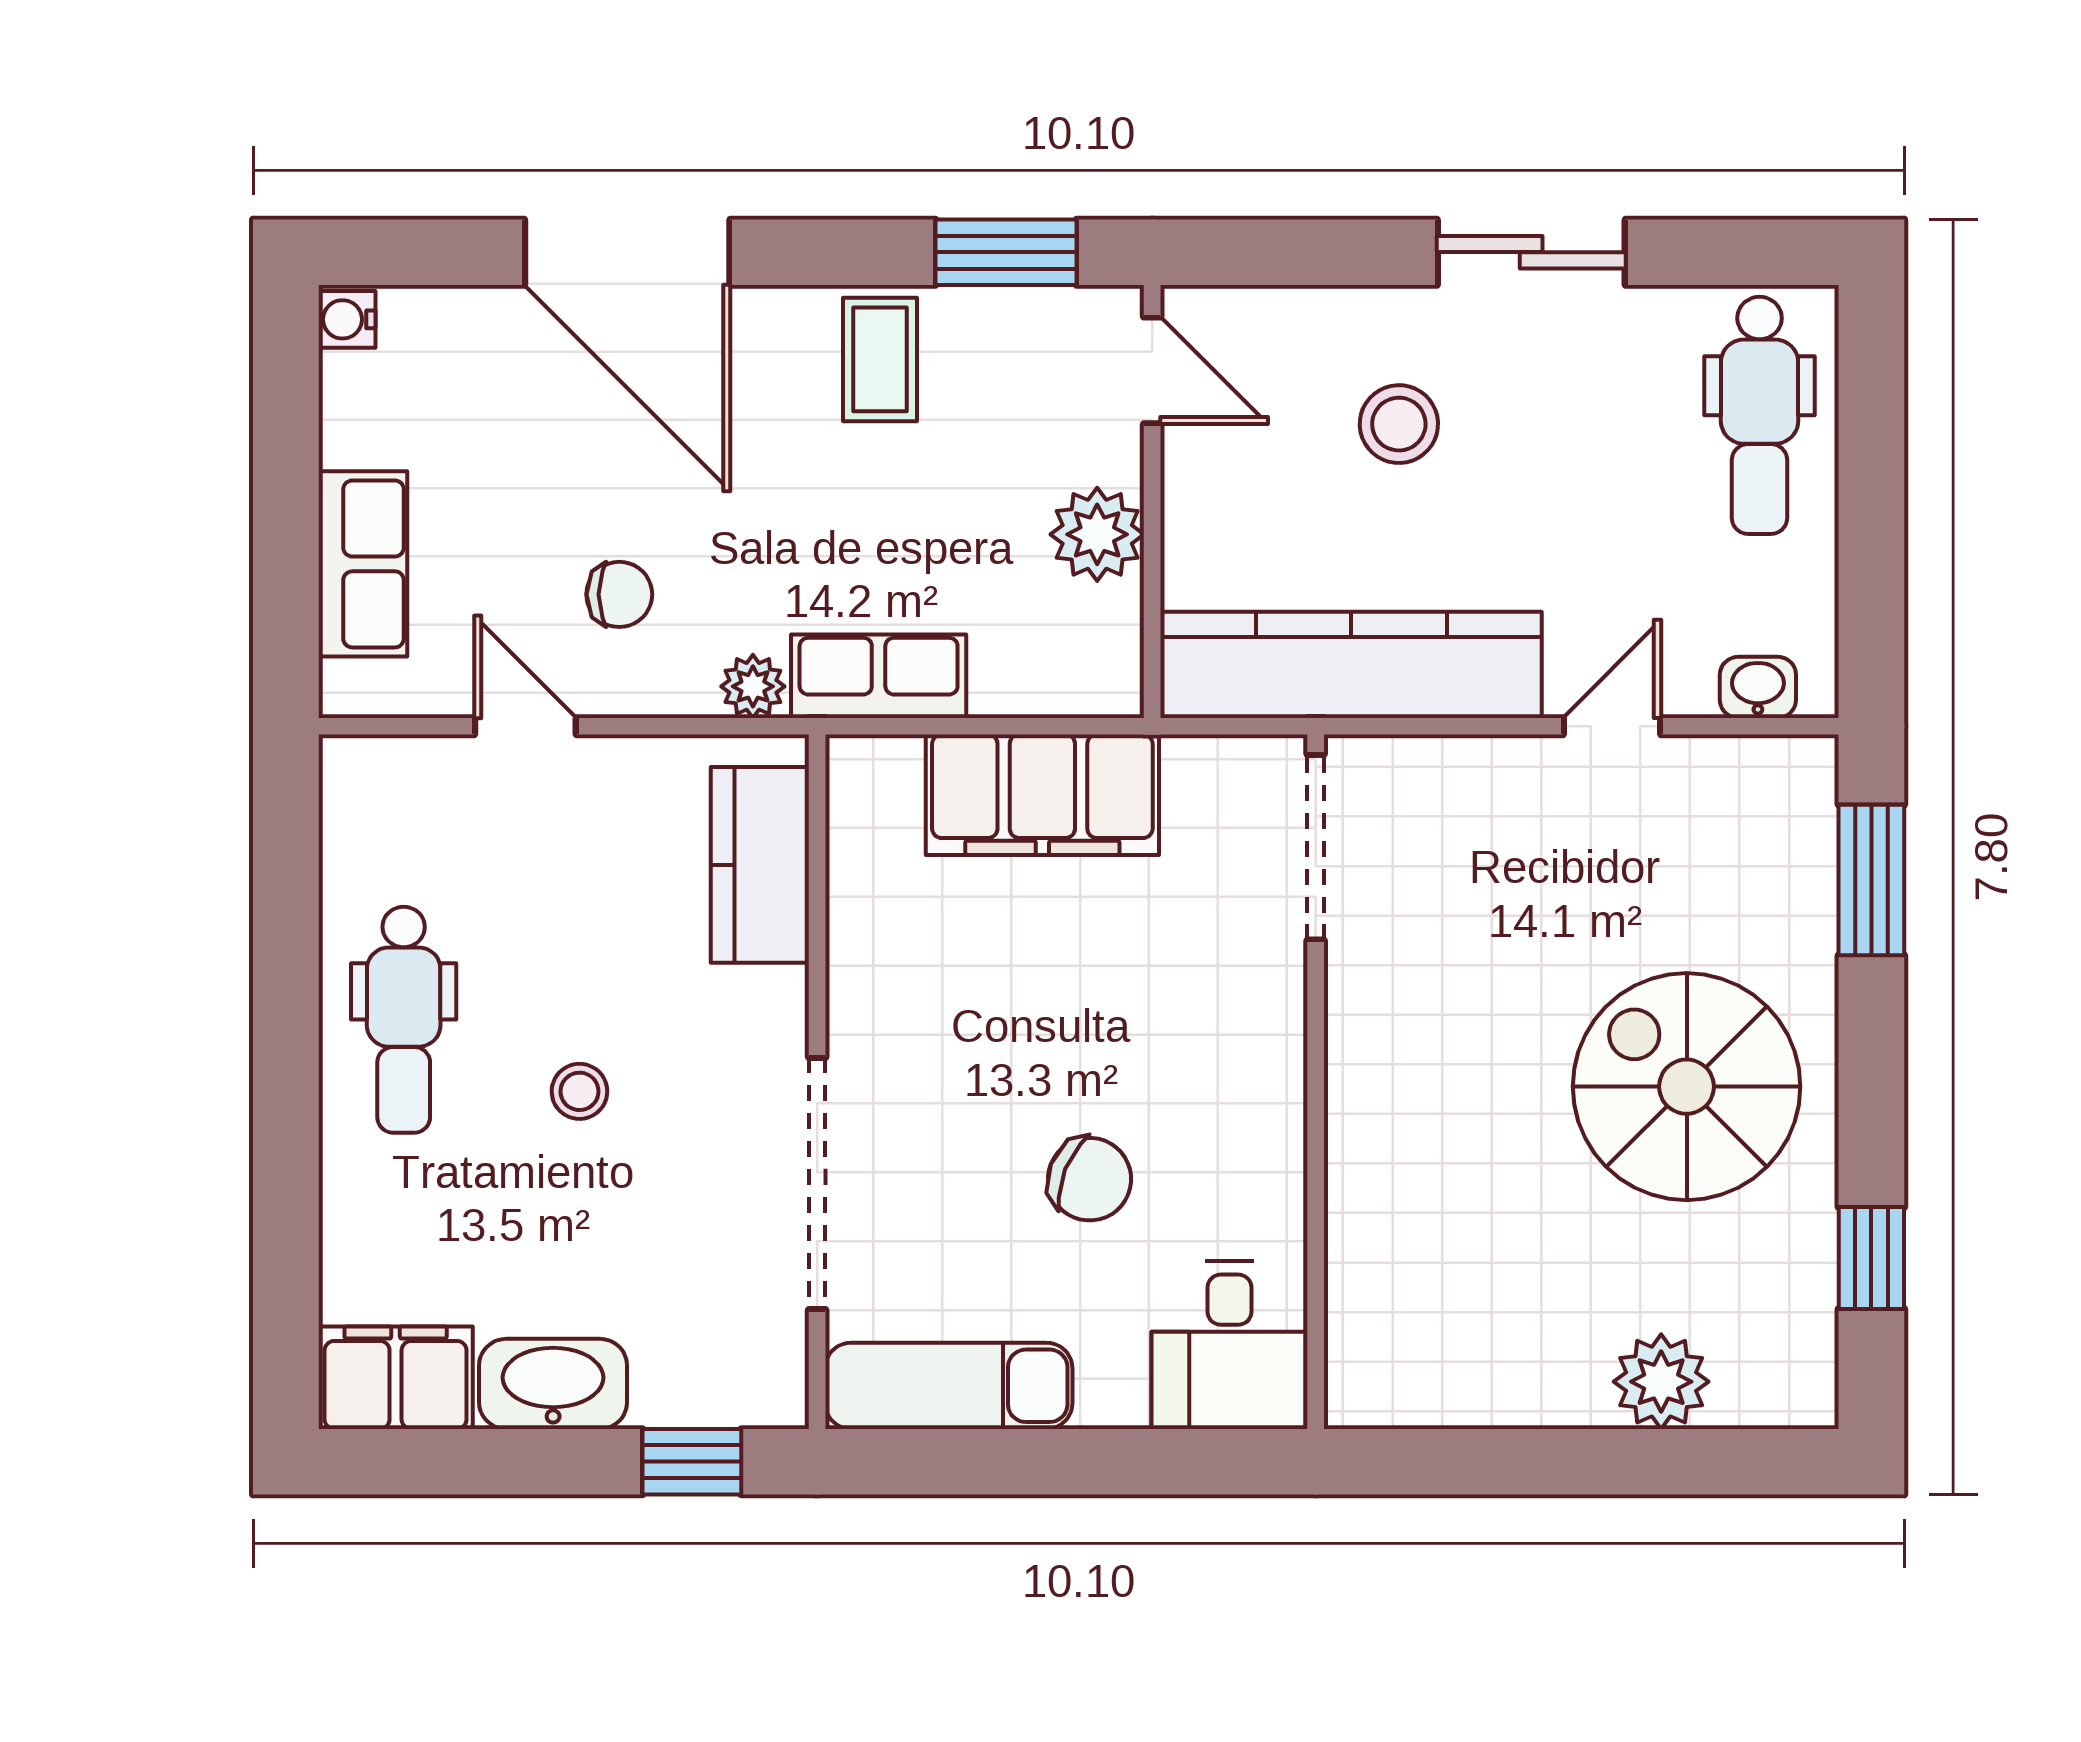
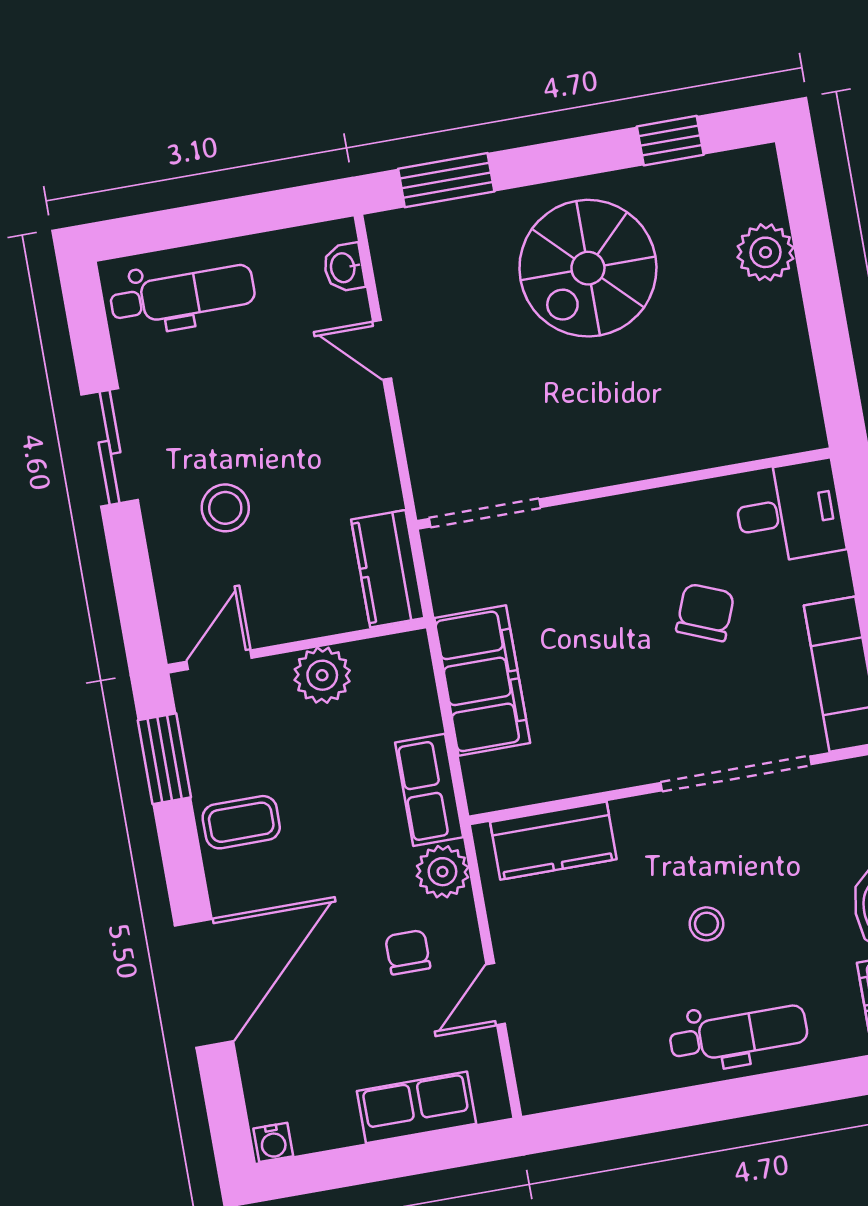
kitchen counter: (1351, 665) -> (388, 569), width x0.48, depth x0.86
plant: (753, 686) -> (442, 872), width x1.38, depth x1.38
dental chair: (404, 1020) -> (738, 1034), moved

